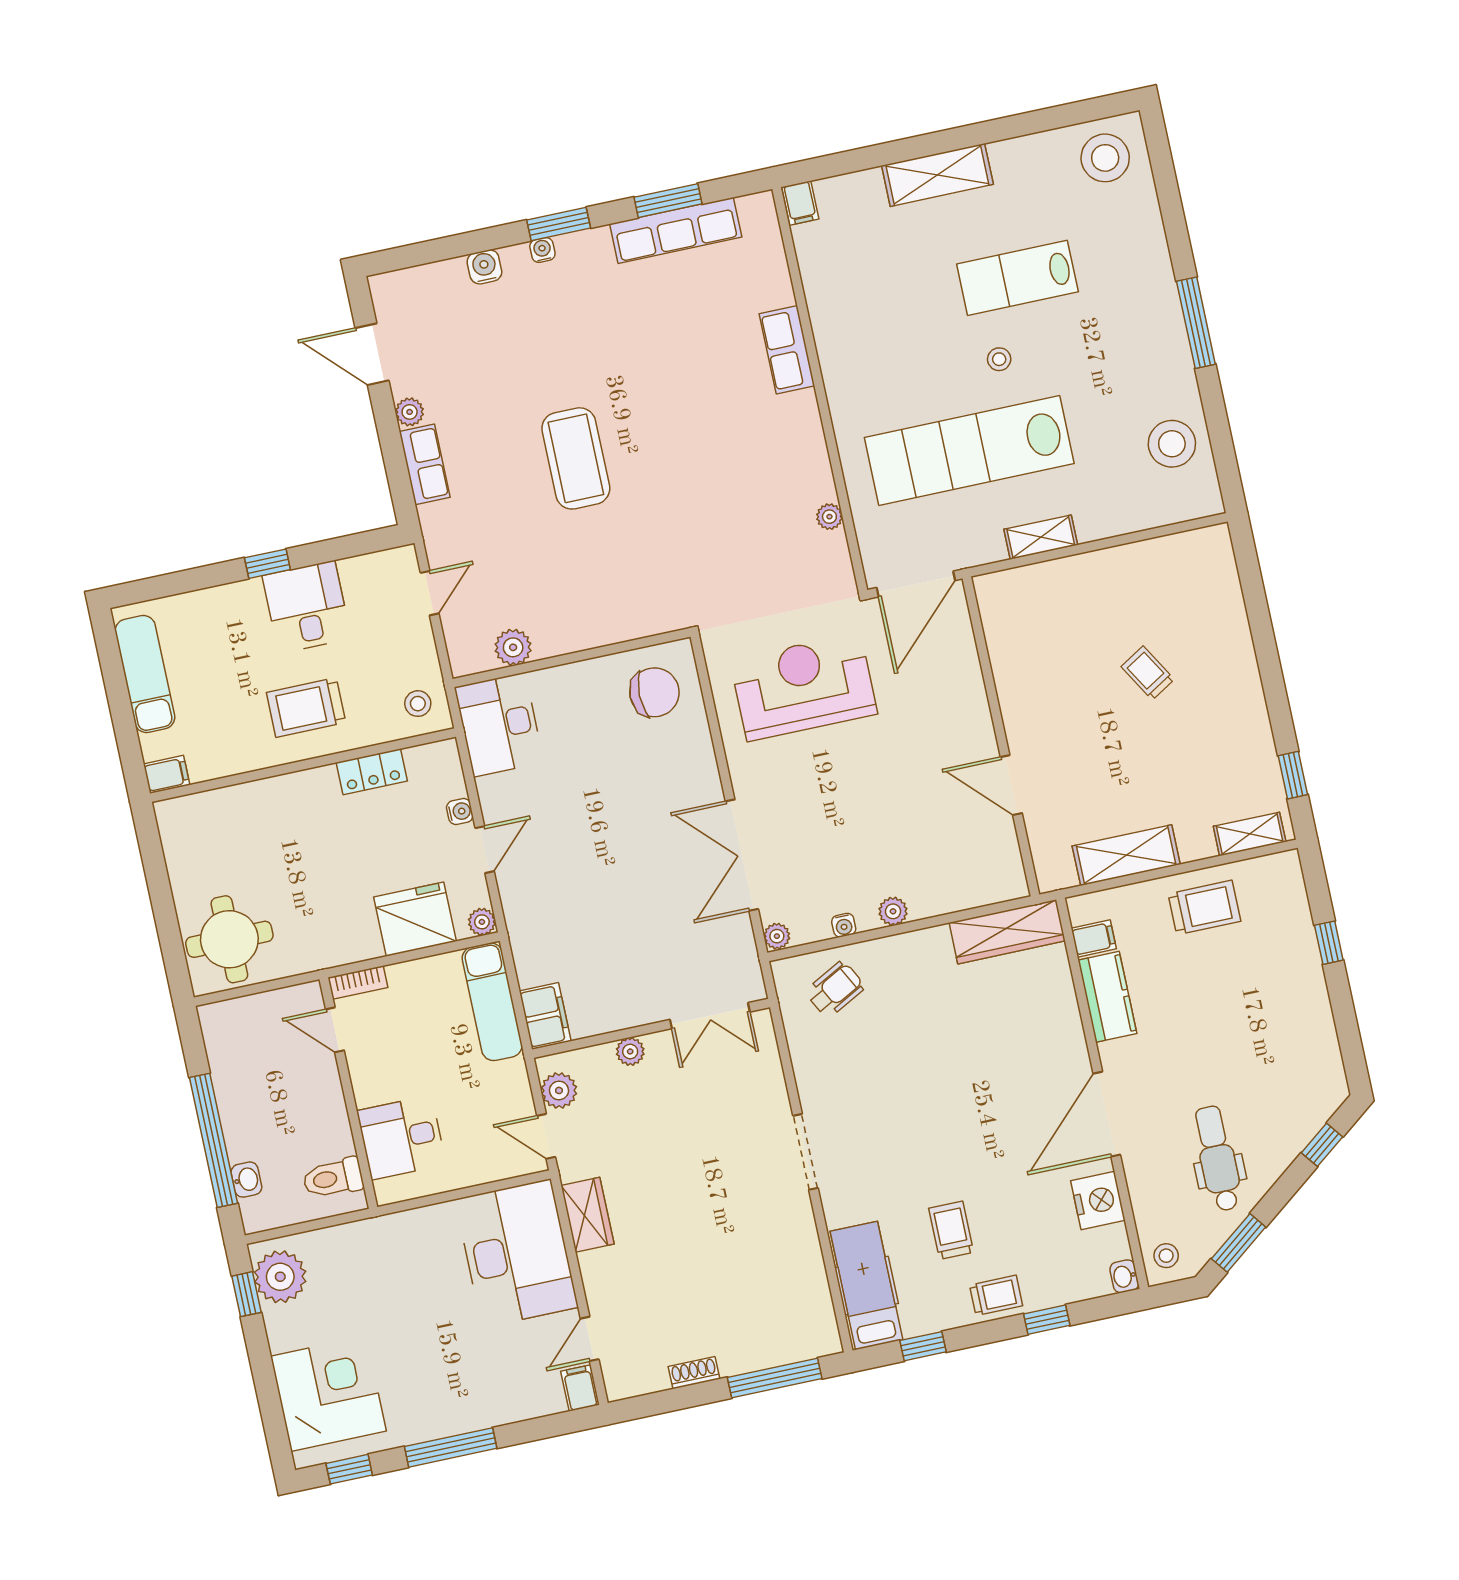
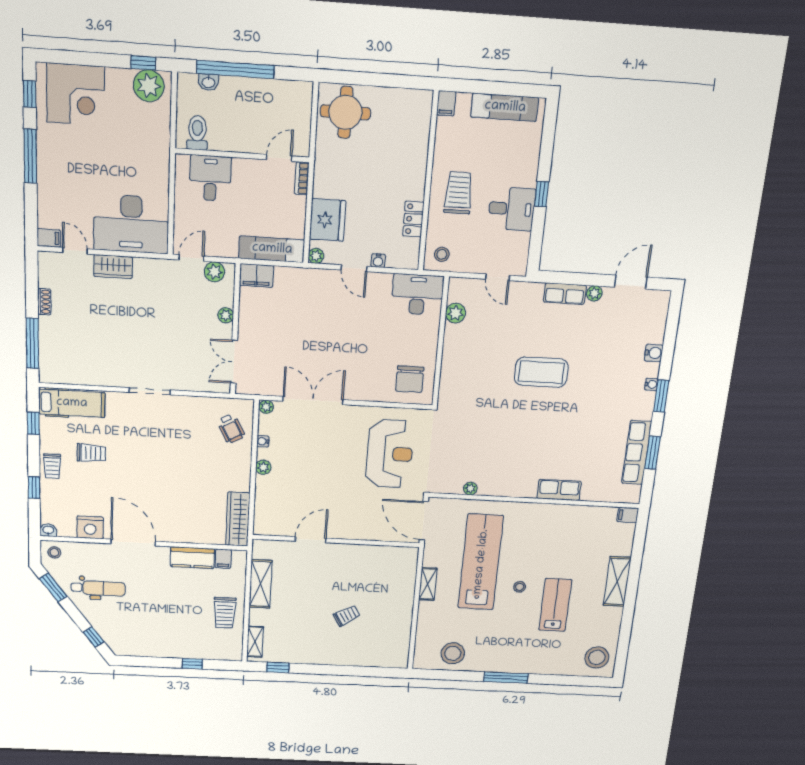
wardrobe: (588, 1215) -> (113, 267), moved

